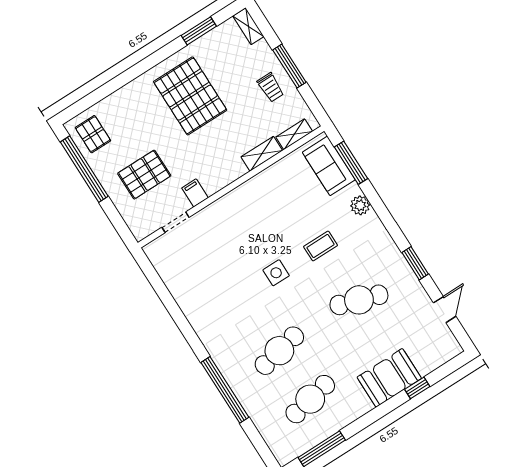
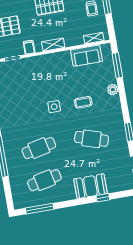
shelving: (262, 154) -> (53, 45), moved
sofa: (329, 166) -> (86, 56), moved, turned -90

